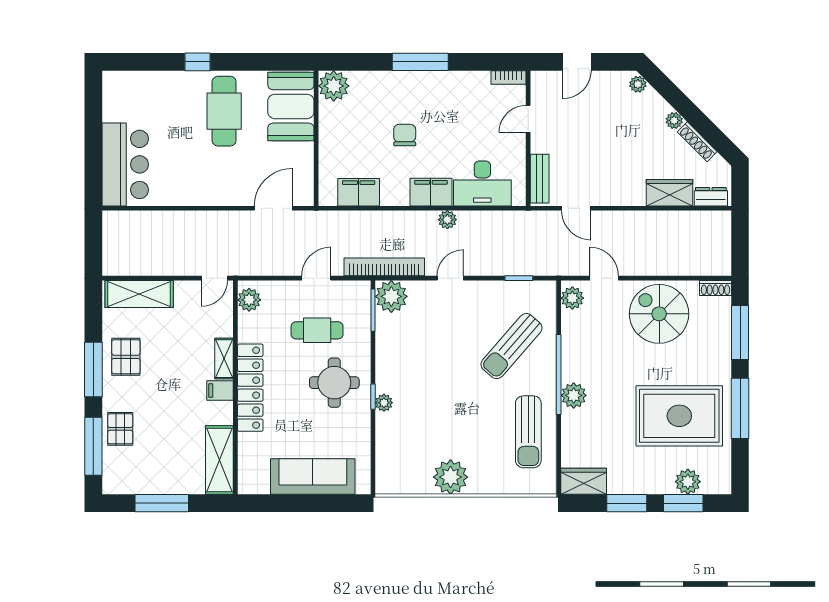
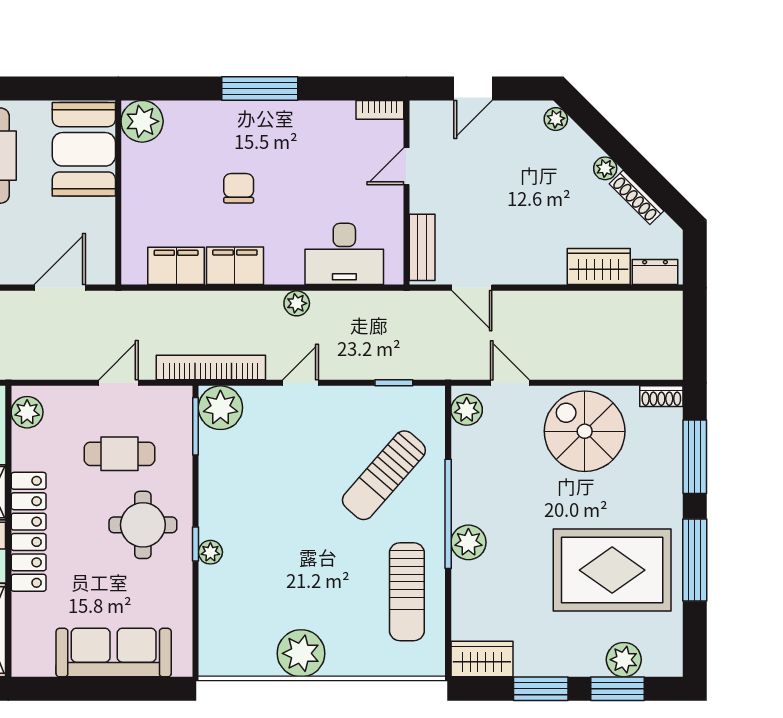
filing cabinet: (431, 192) -> (235, 266), moved

